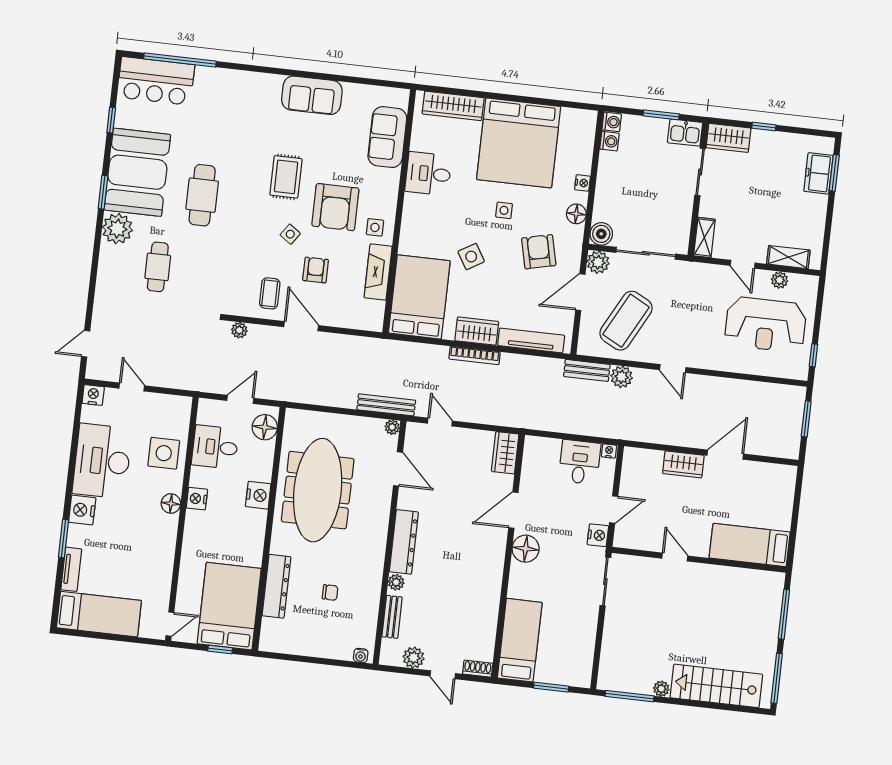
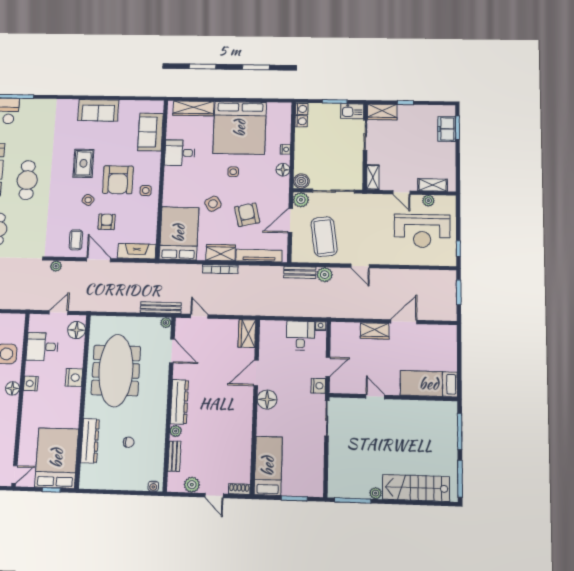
armchair: (539, 252) -> (247, 215), moved
fireplace: (378, 272) -> (137, 251), moved, turned 90
coffee table: (626, 321) -> (324, 237), turned -36

